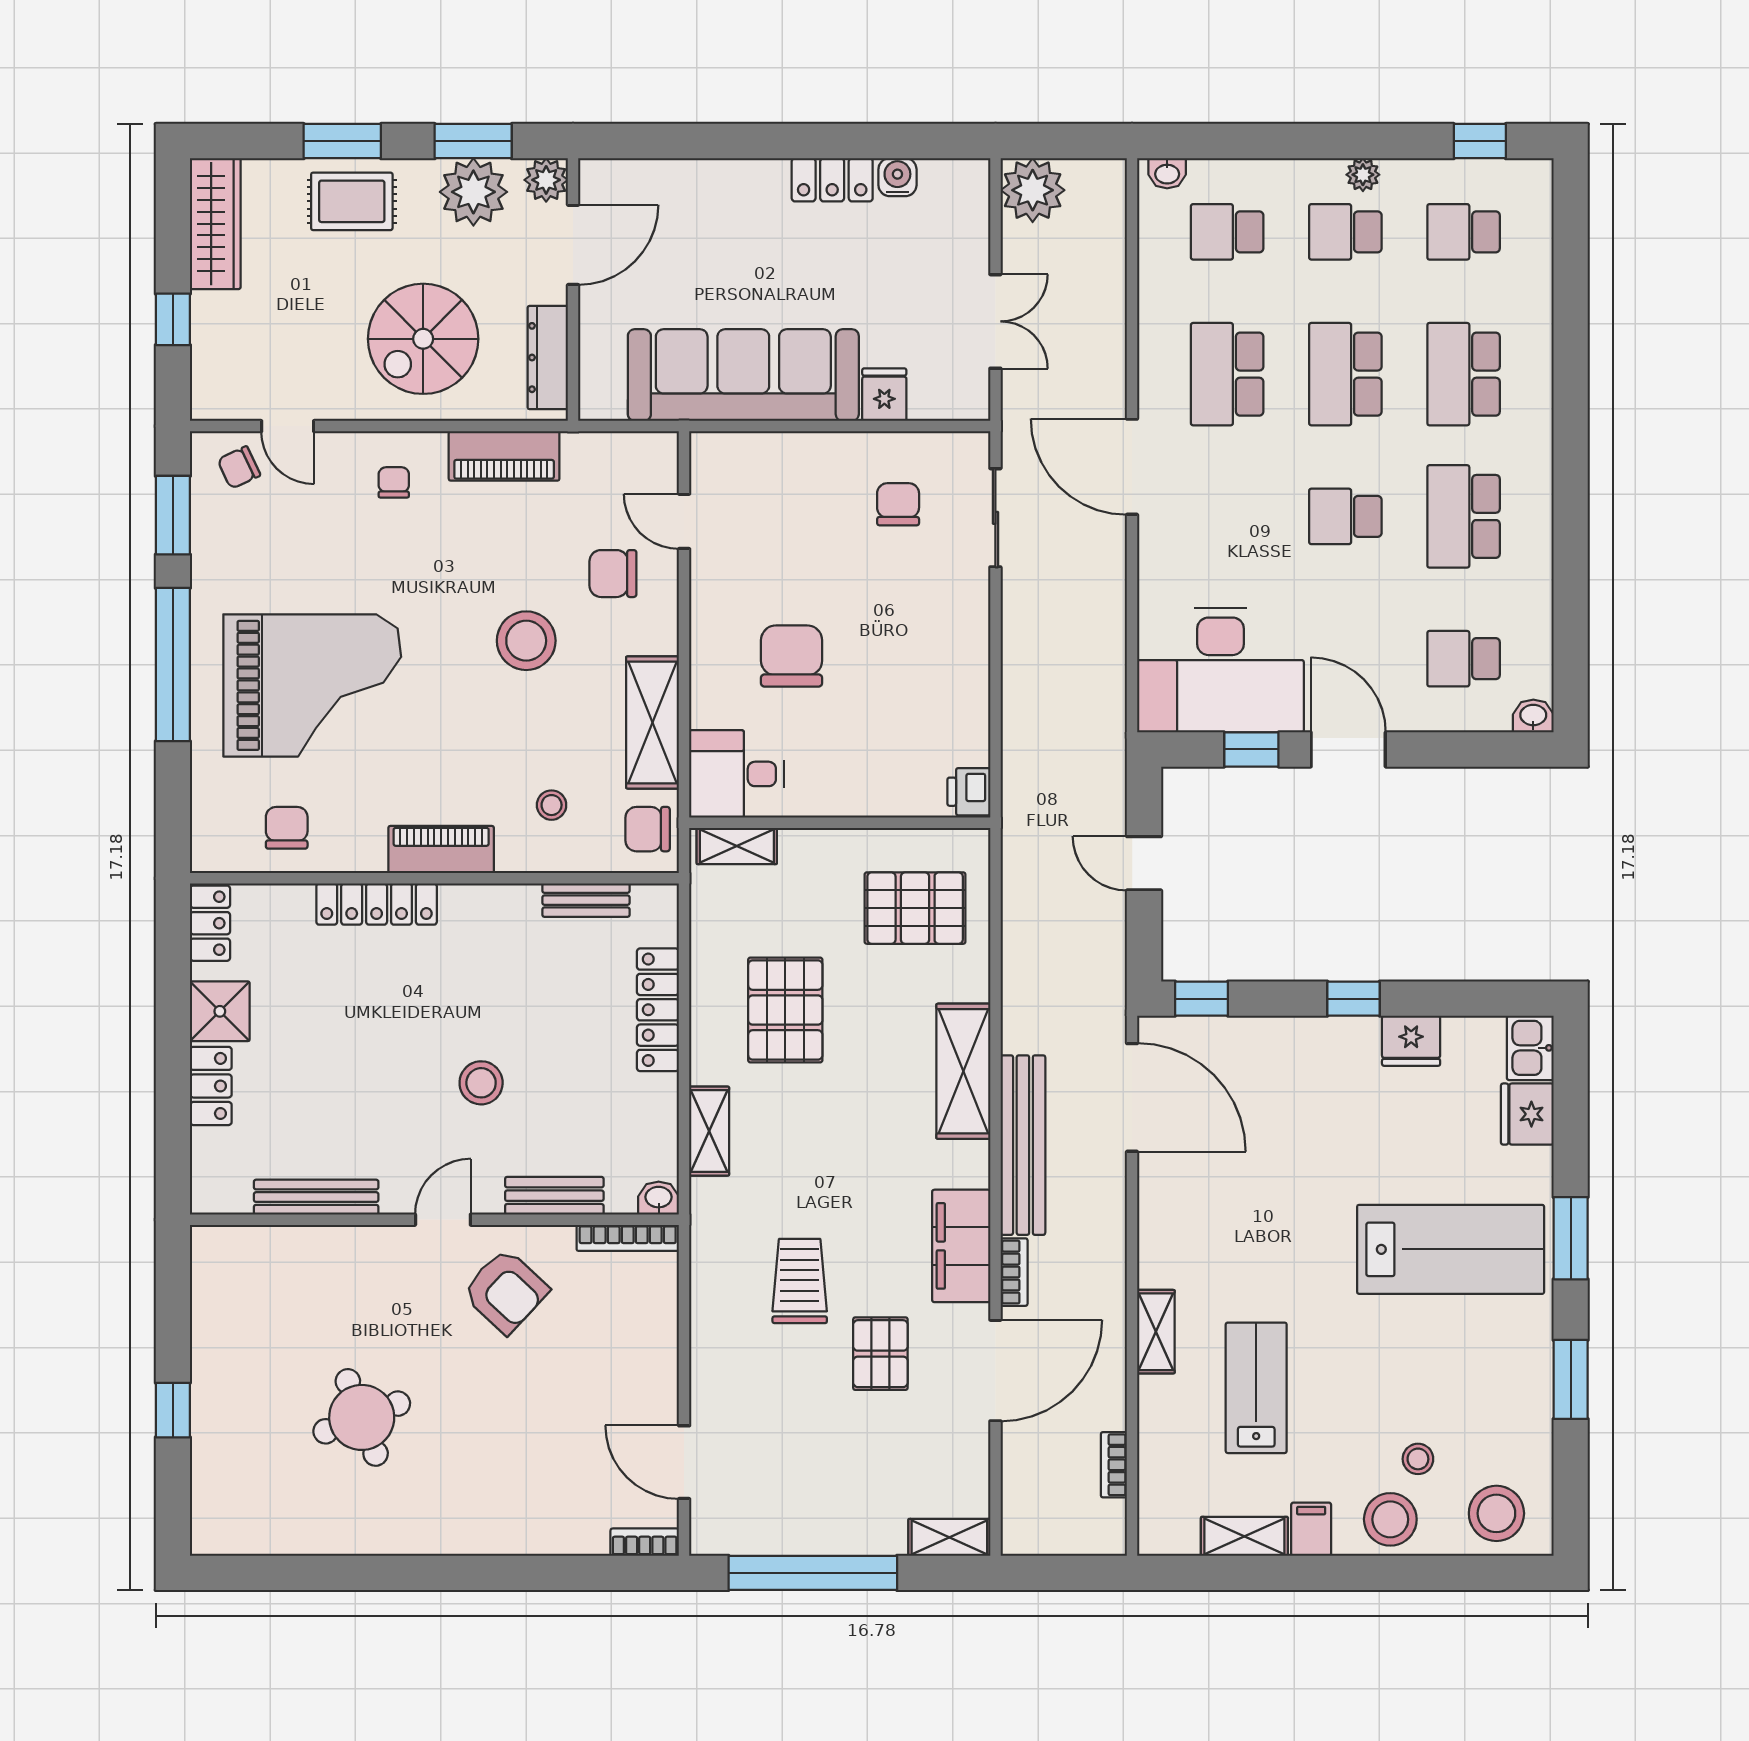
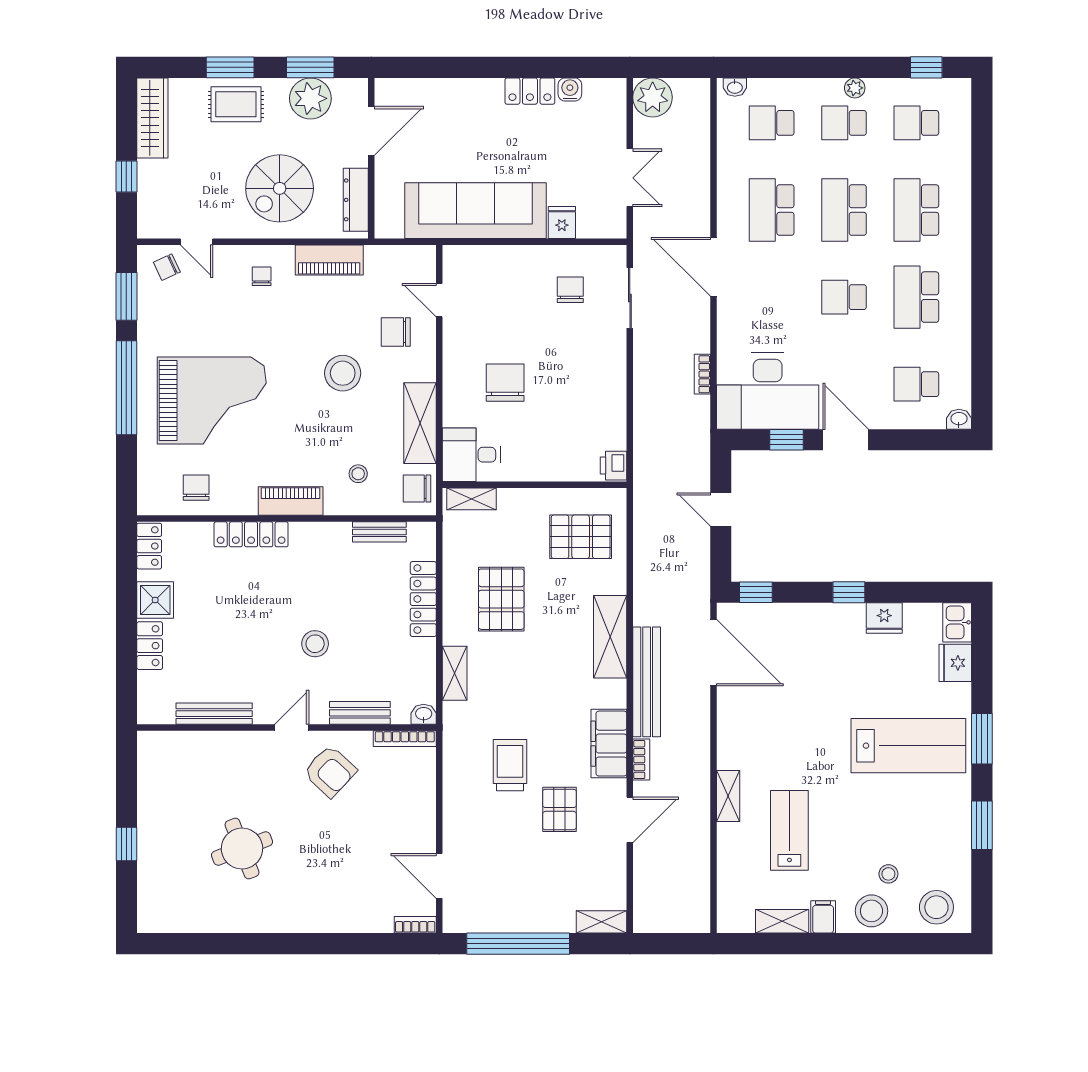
plant: (546, 180) -> (355, 91), removed
door: (995, 1371) -> (630, 820), width x0.73
bookcase: (1114, 1465) -> (702, 374), moved

